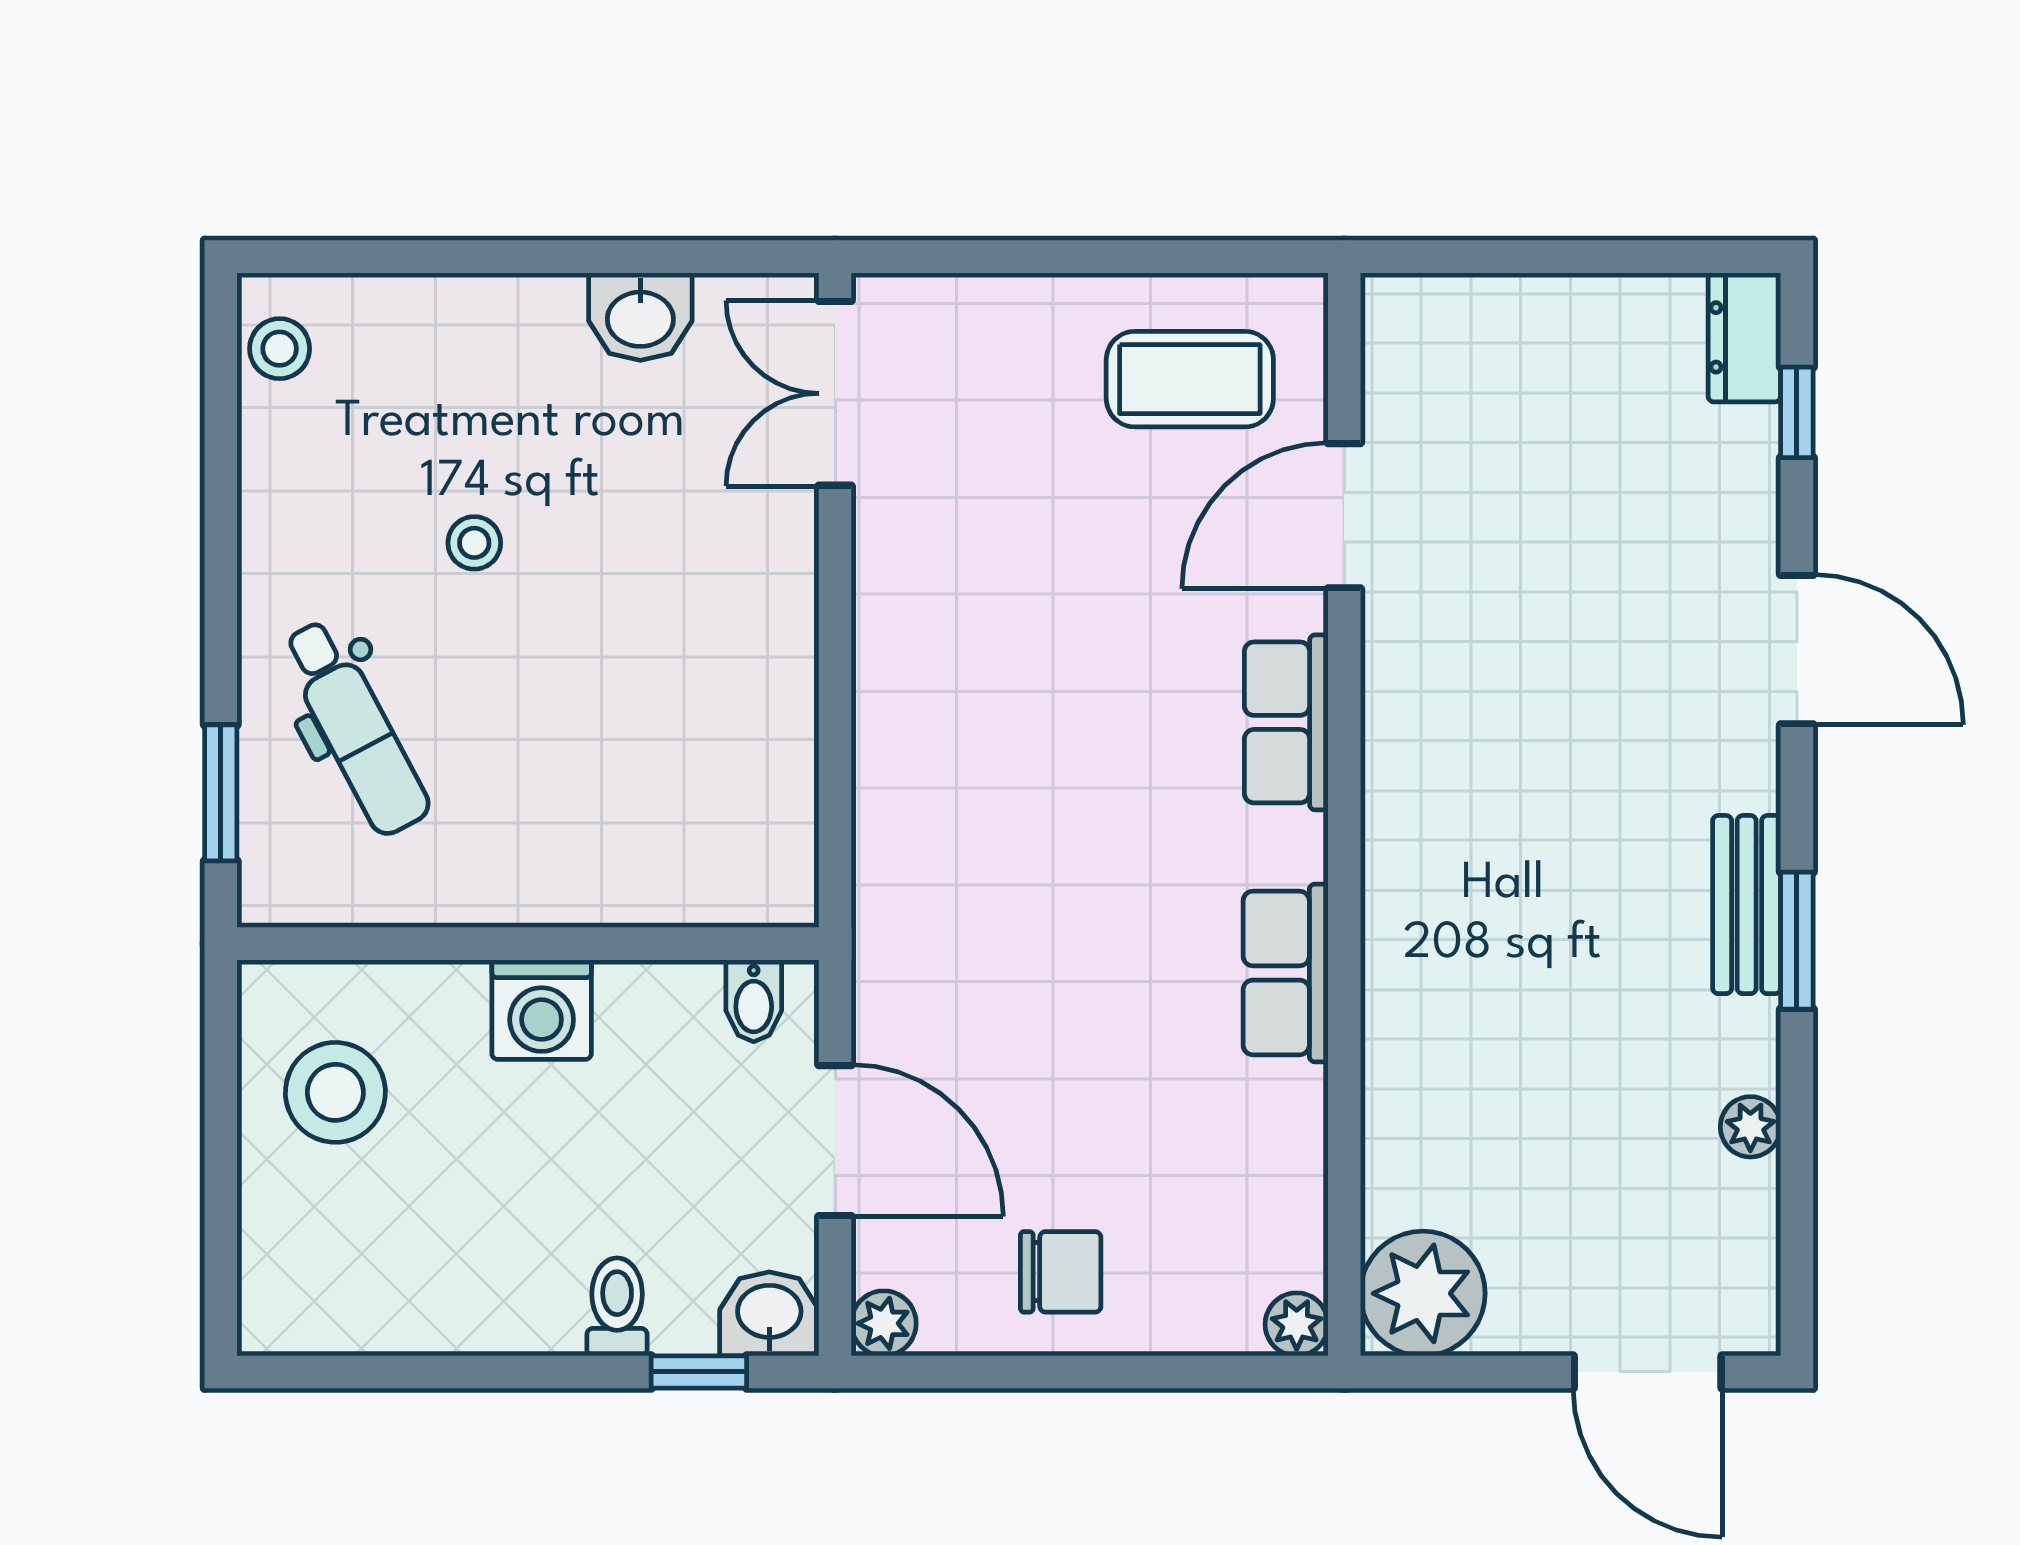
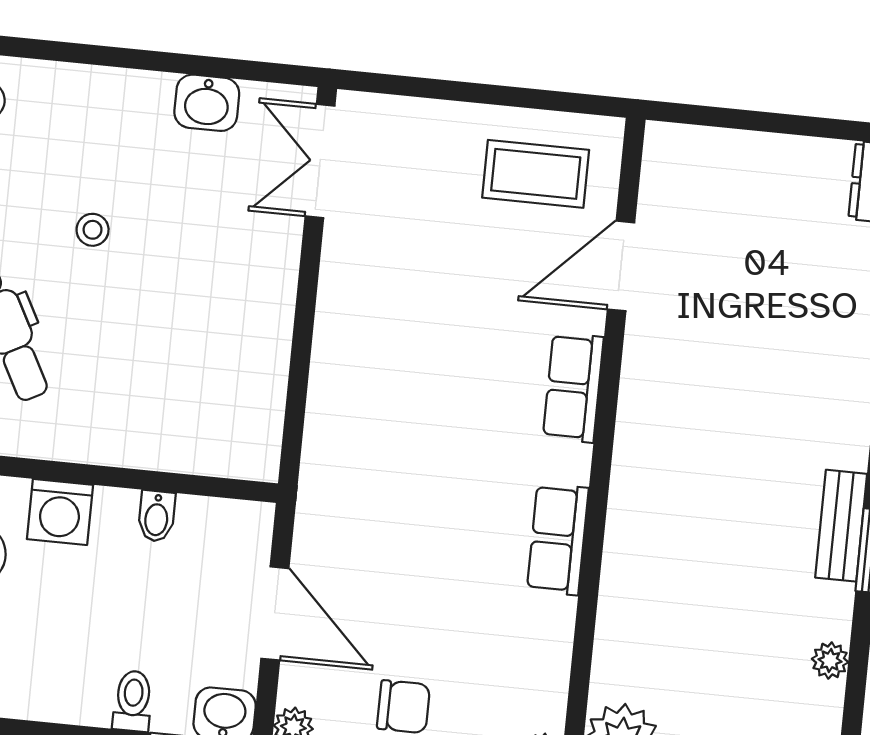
bidet: (754, 1001) -> (157, 516), moved
washing machine: (542, 1010) -> (60, 512), moved

